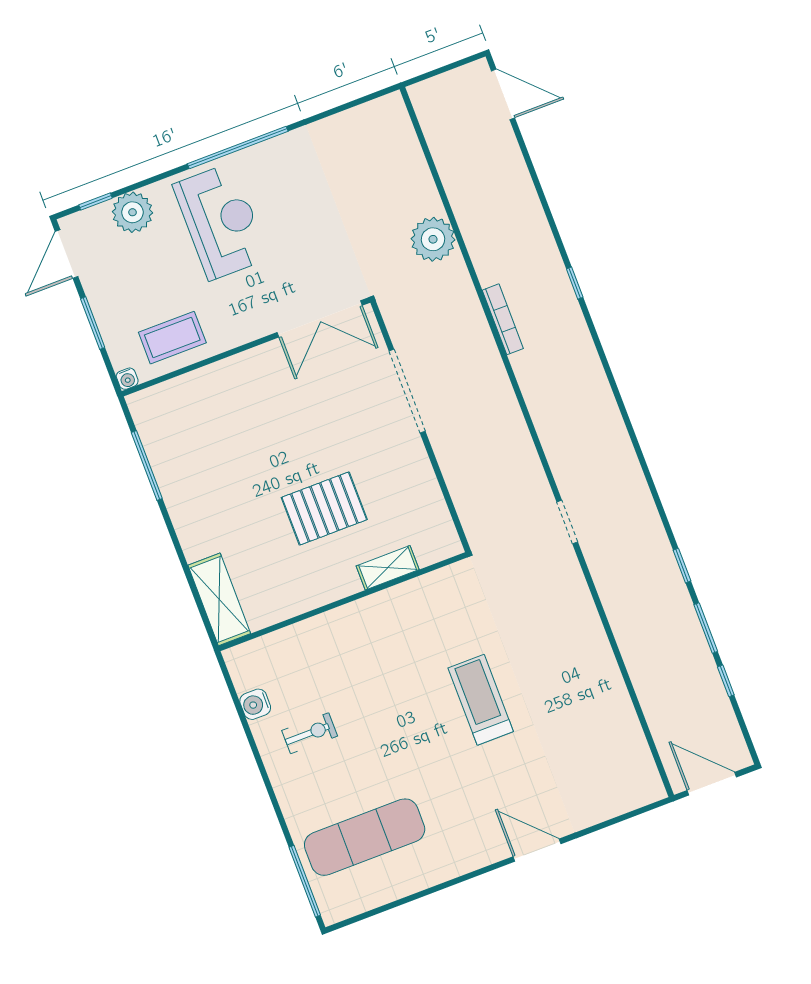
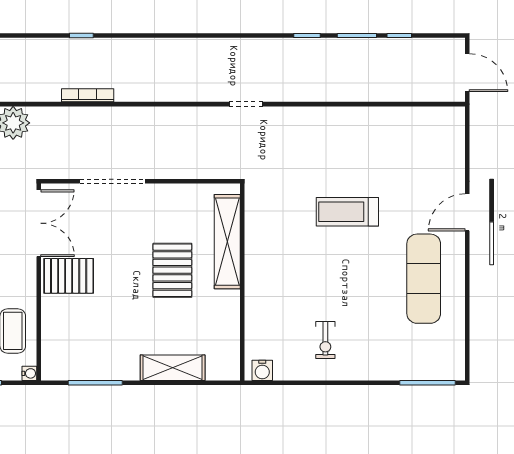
pallet: (268, 381) -> (69, 276), added
shelving: (388, 568) -> (227, 242), width x2.20, depth x1.33
shelving: (219, 599) -> (173, 368), moved
water cooler: (255, 704) -> (262, 370), moved
exercise bike: (310, 733) -> (325, 340), turned 180
door: (712, 784) -> (467, 73), swing flipped
exercise mat: (365, 837) -> (424, 279), moved

